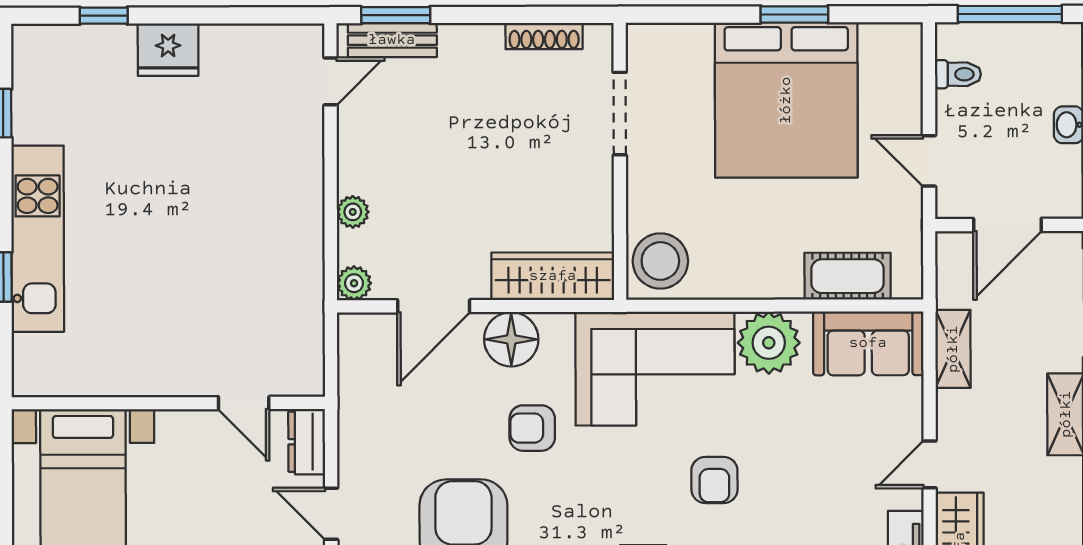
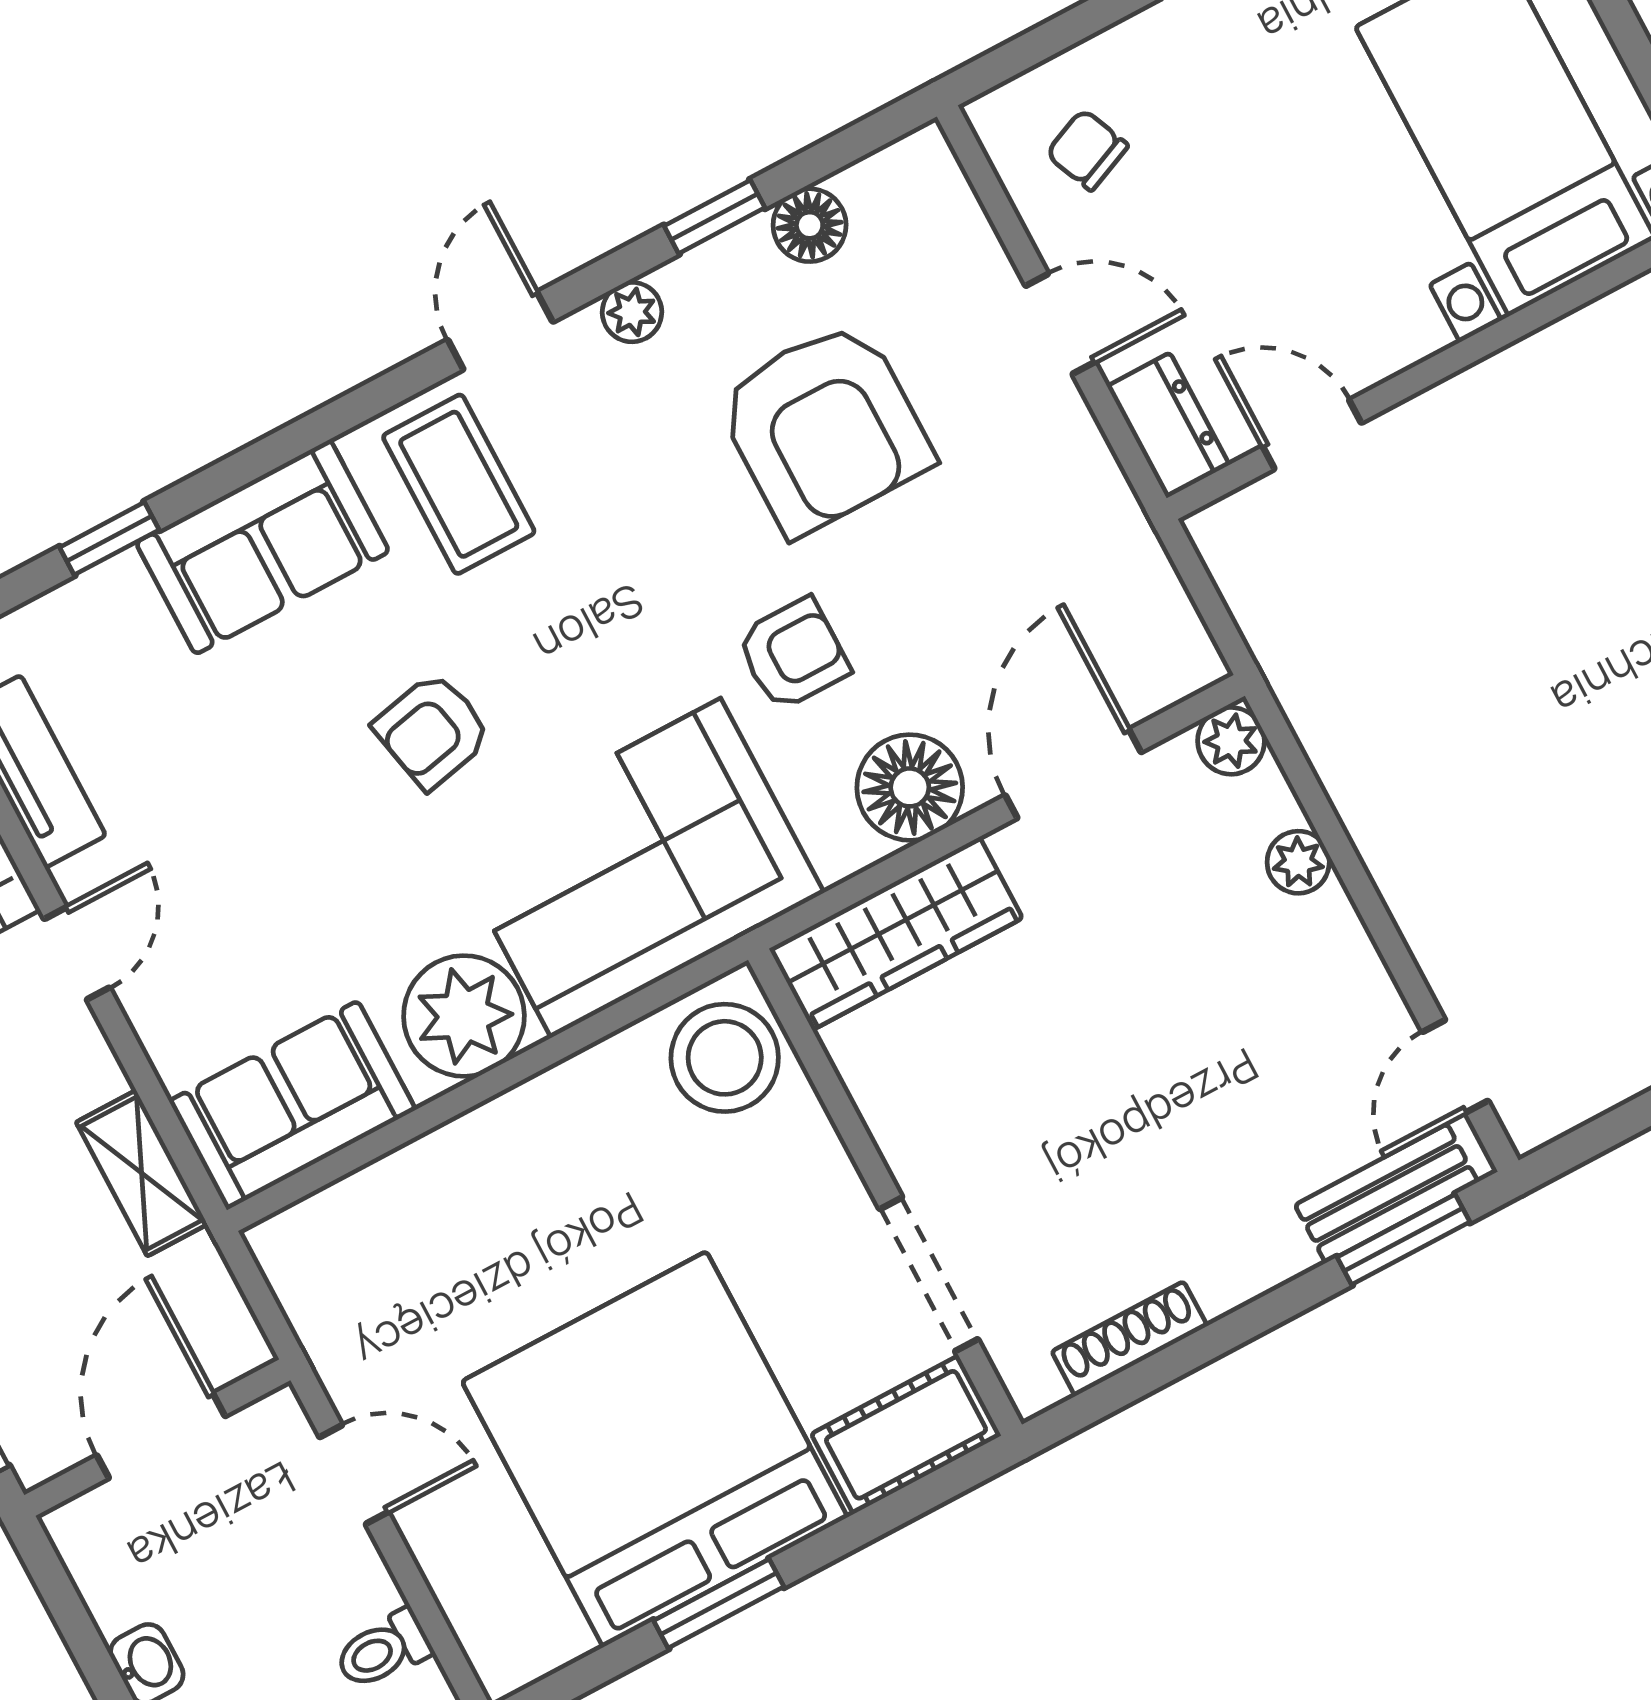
cot: (848, 276) -> (906, 1435), moved
armchair: (714, 480) -> (432, 731), turned -102

